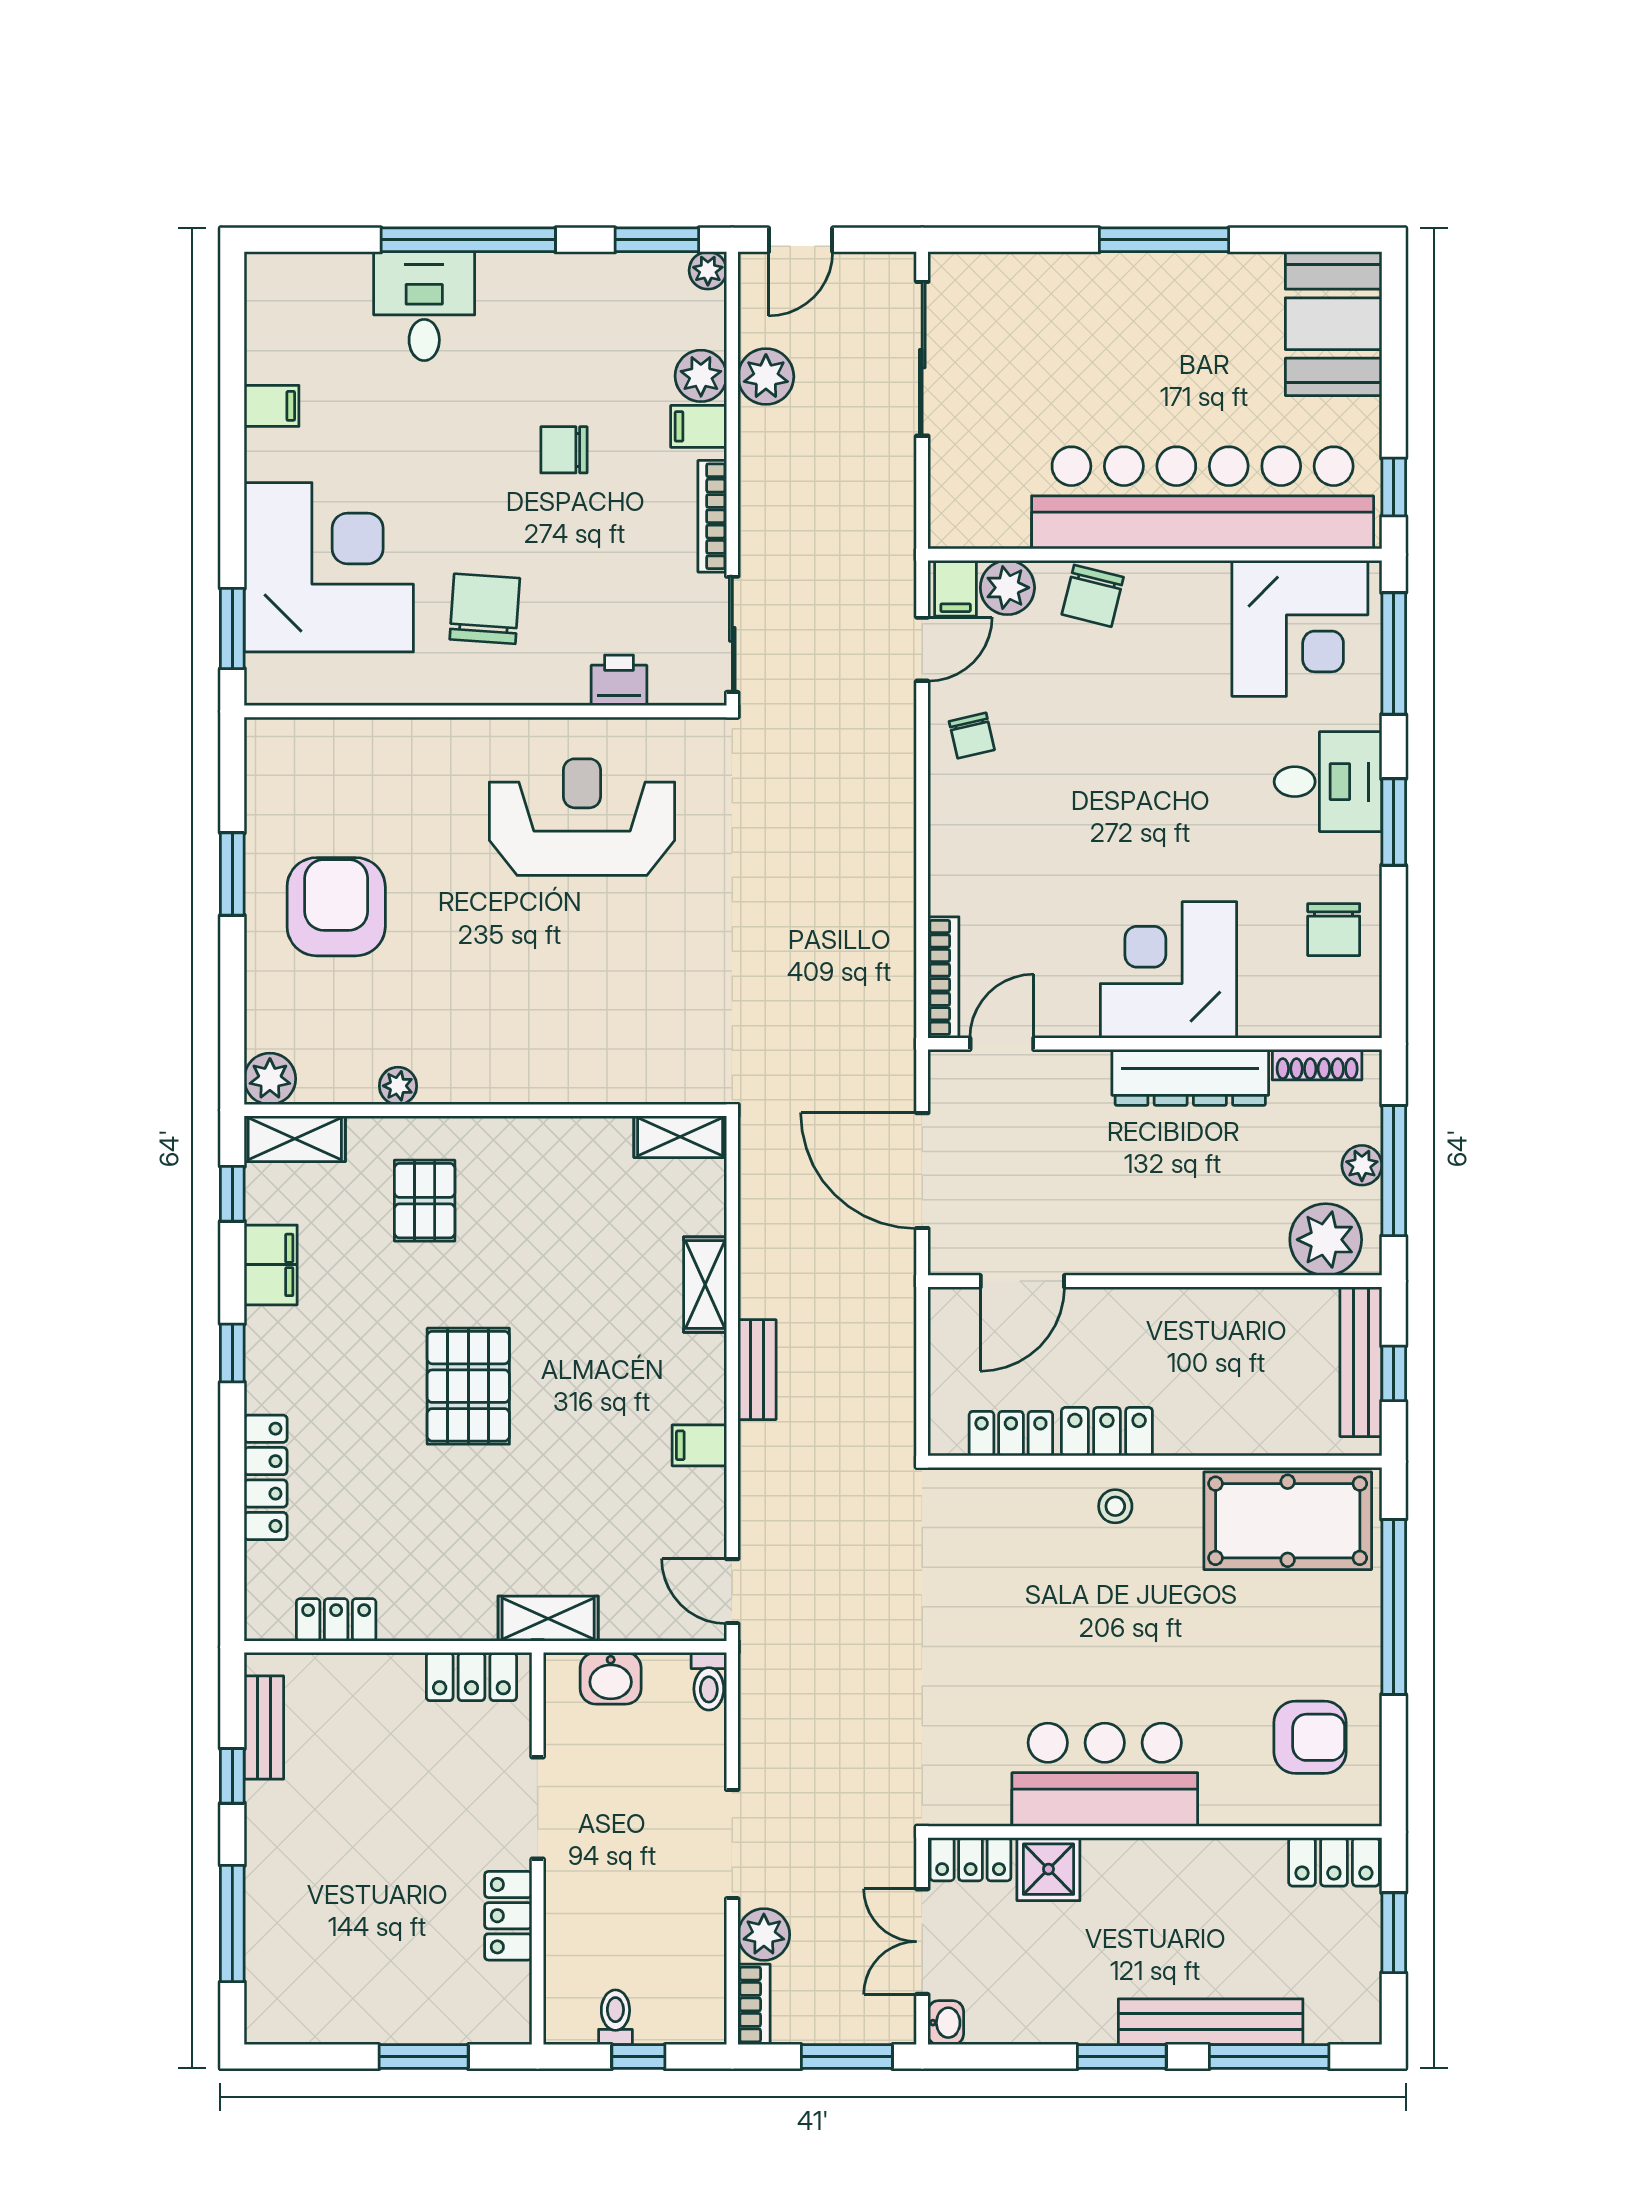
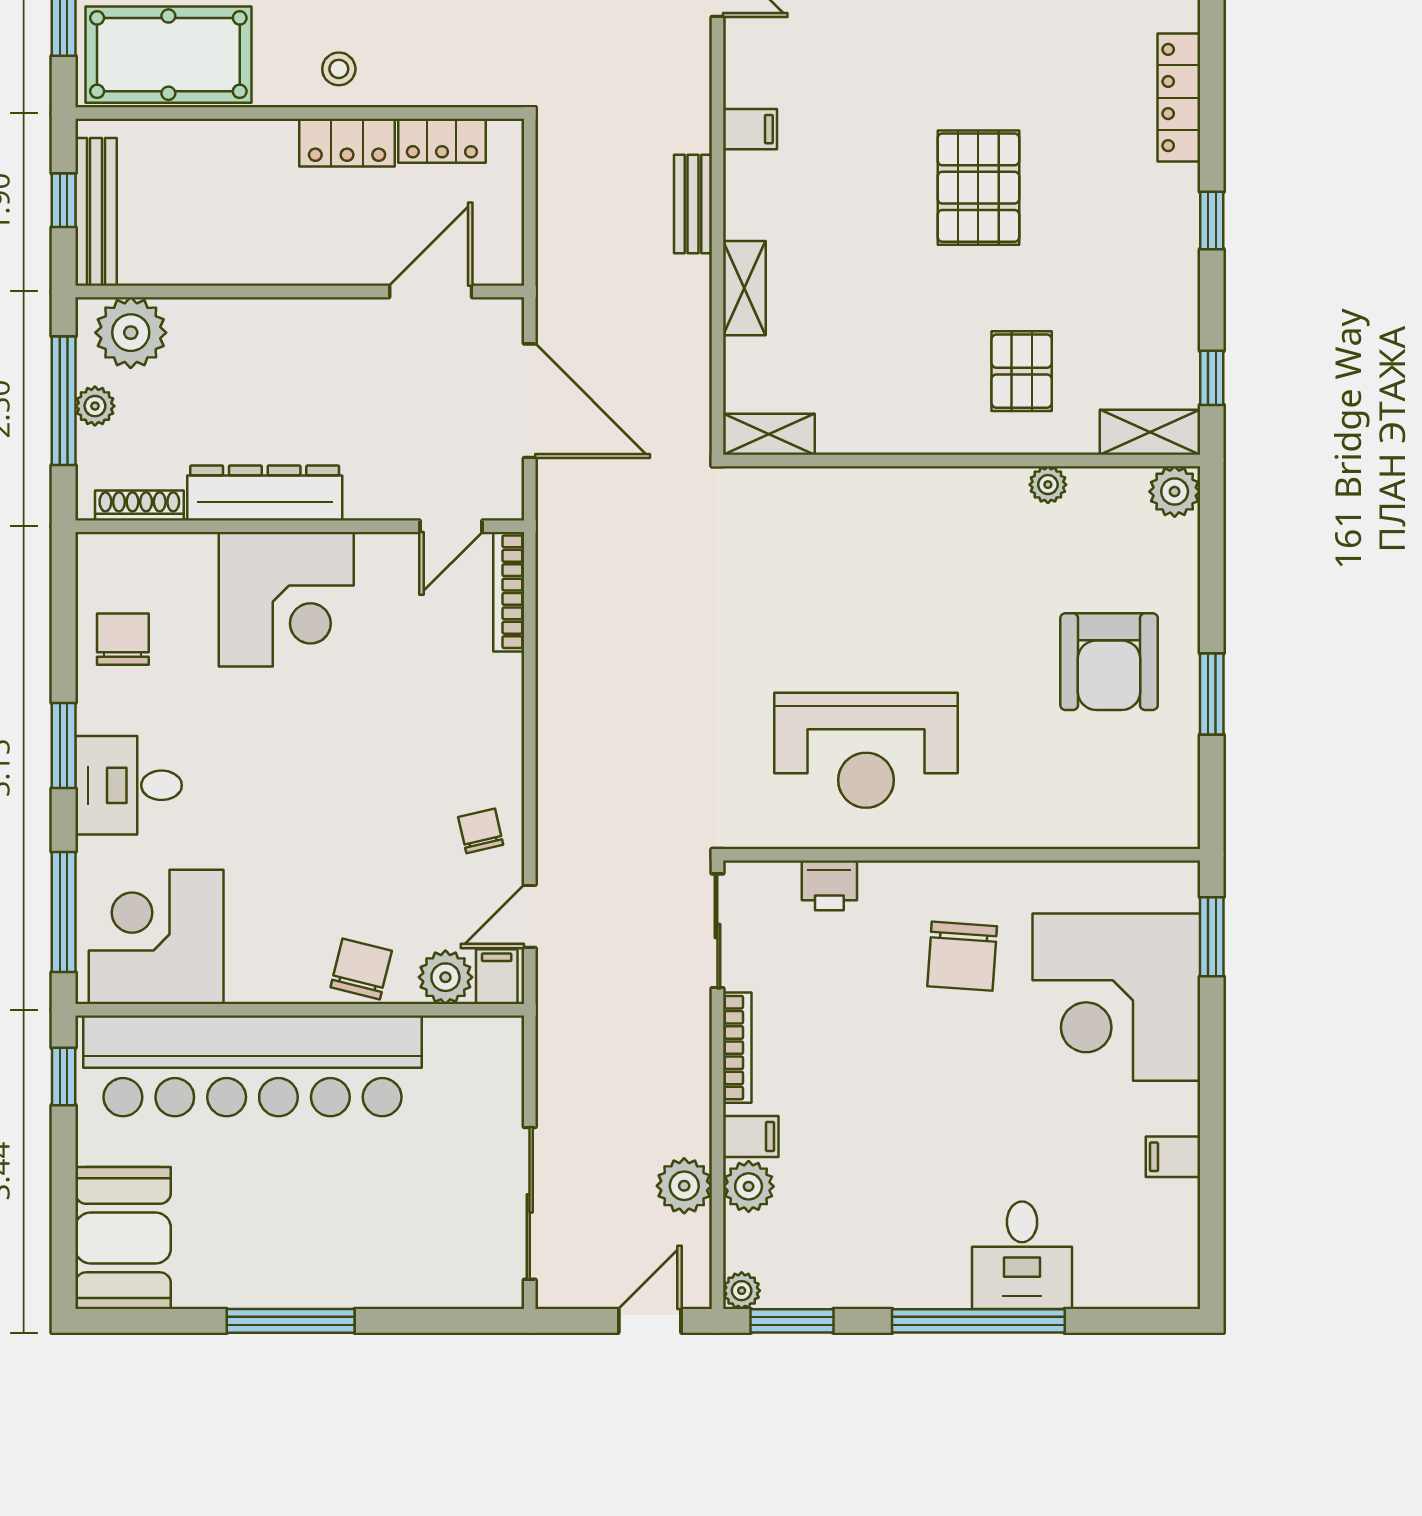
chair: (564, 450) -> (884, 1113), removed
filing cabinet: (271, 1265) -> (1174, 307), removed

